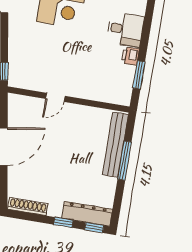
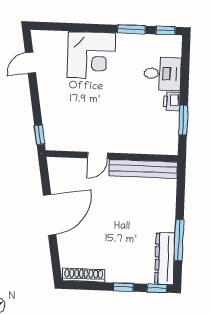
bench: (115, 145) -> (143, 169), moved, turned 90
window: (125, 161) -> (179, 240), moved
dresser: (87, 214) -> (165, 259), moved, turned -90

